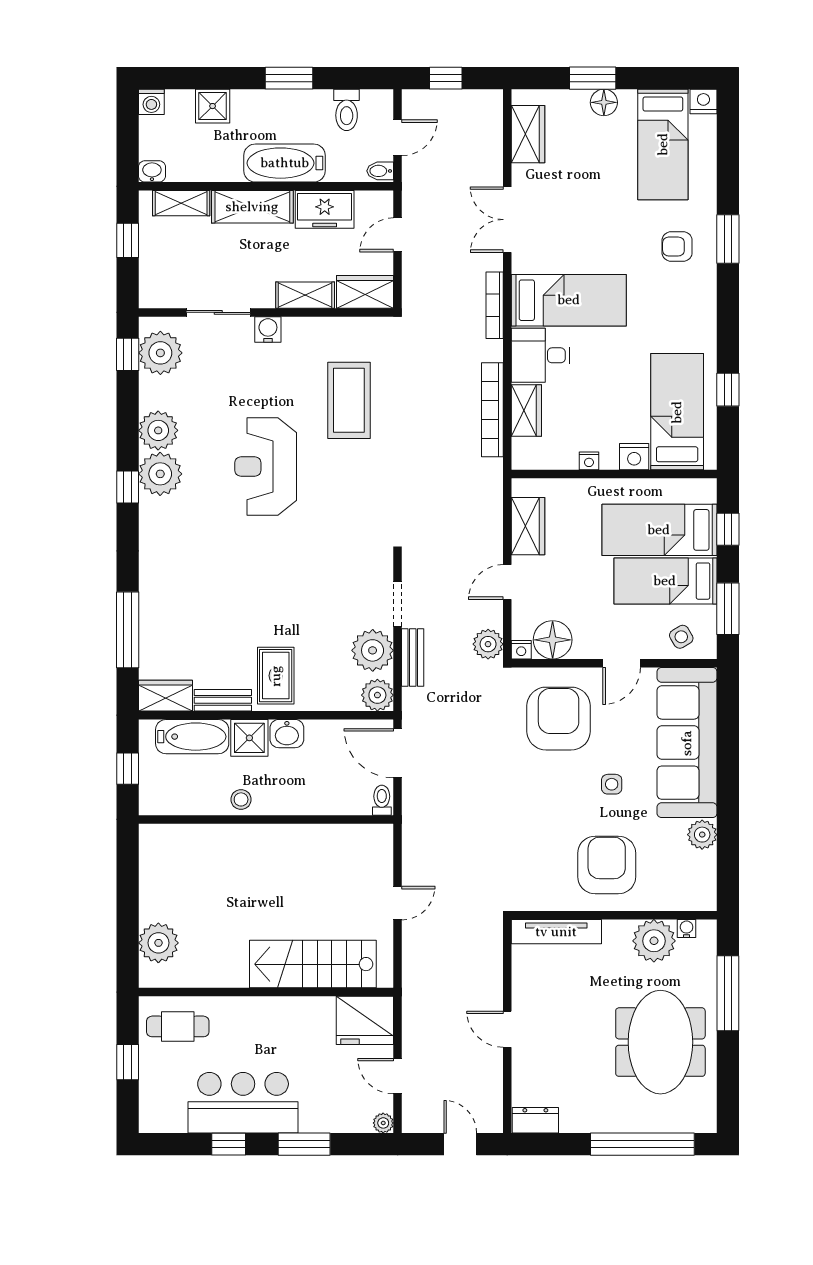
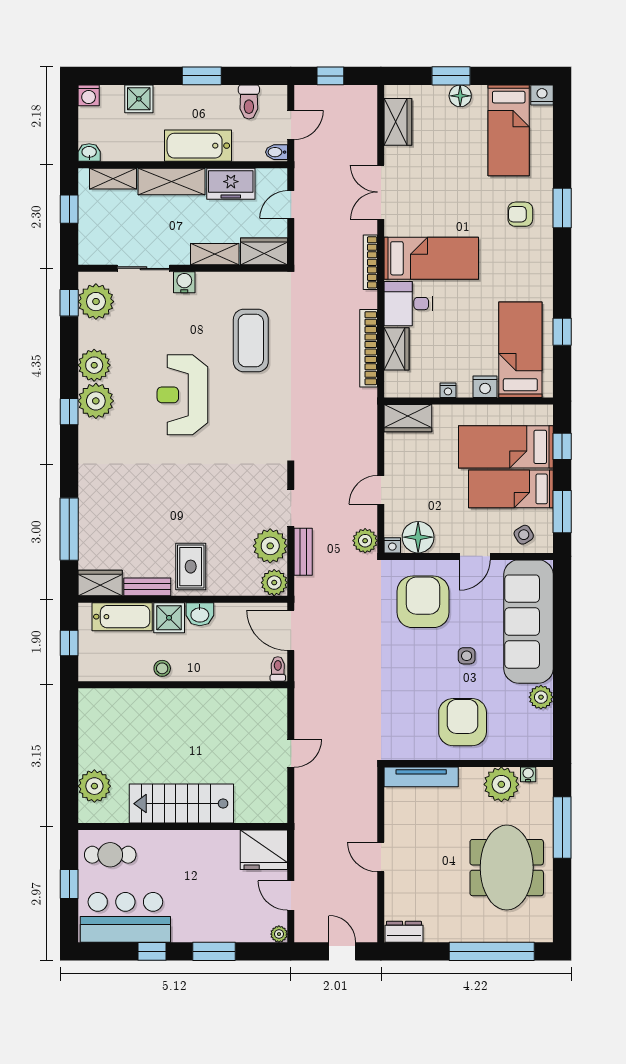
wardrobe: (528, 526) -> (408, 418), moved, turned 90
stairs: (313, 964) -> (181, 804), moved
bar counter: (243, 1103) -> (125, 917), moved

